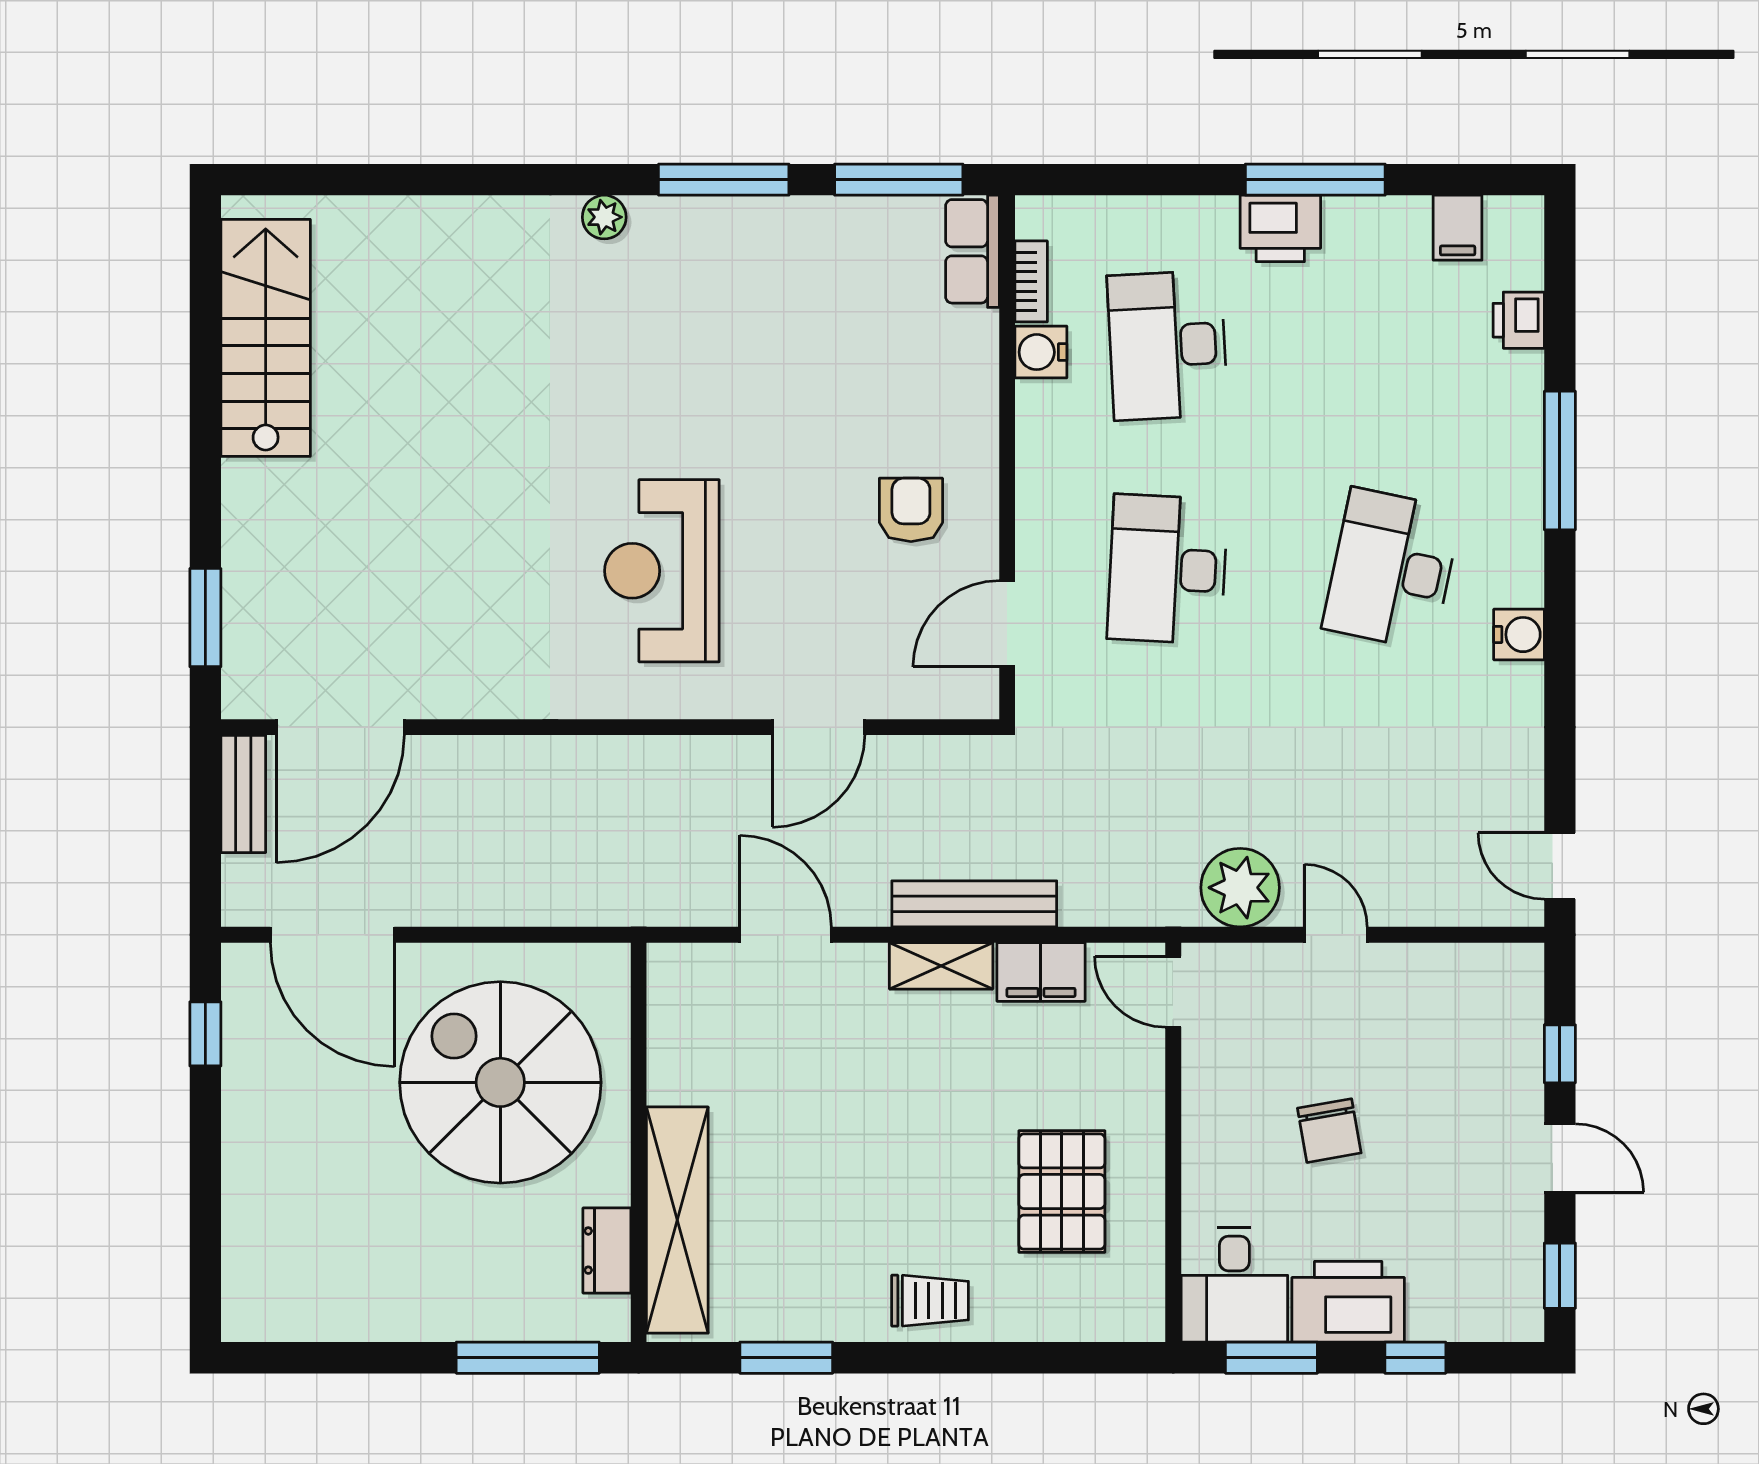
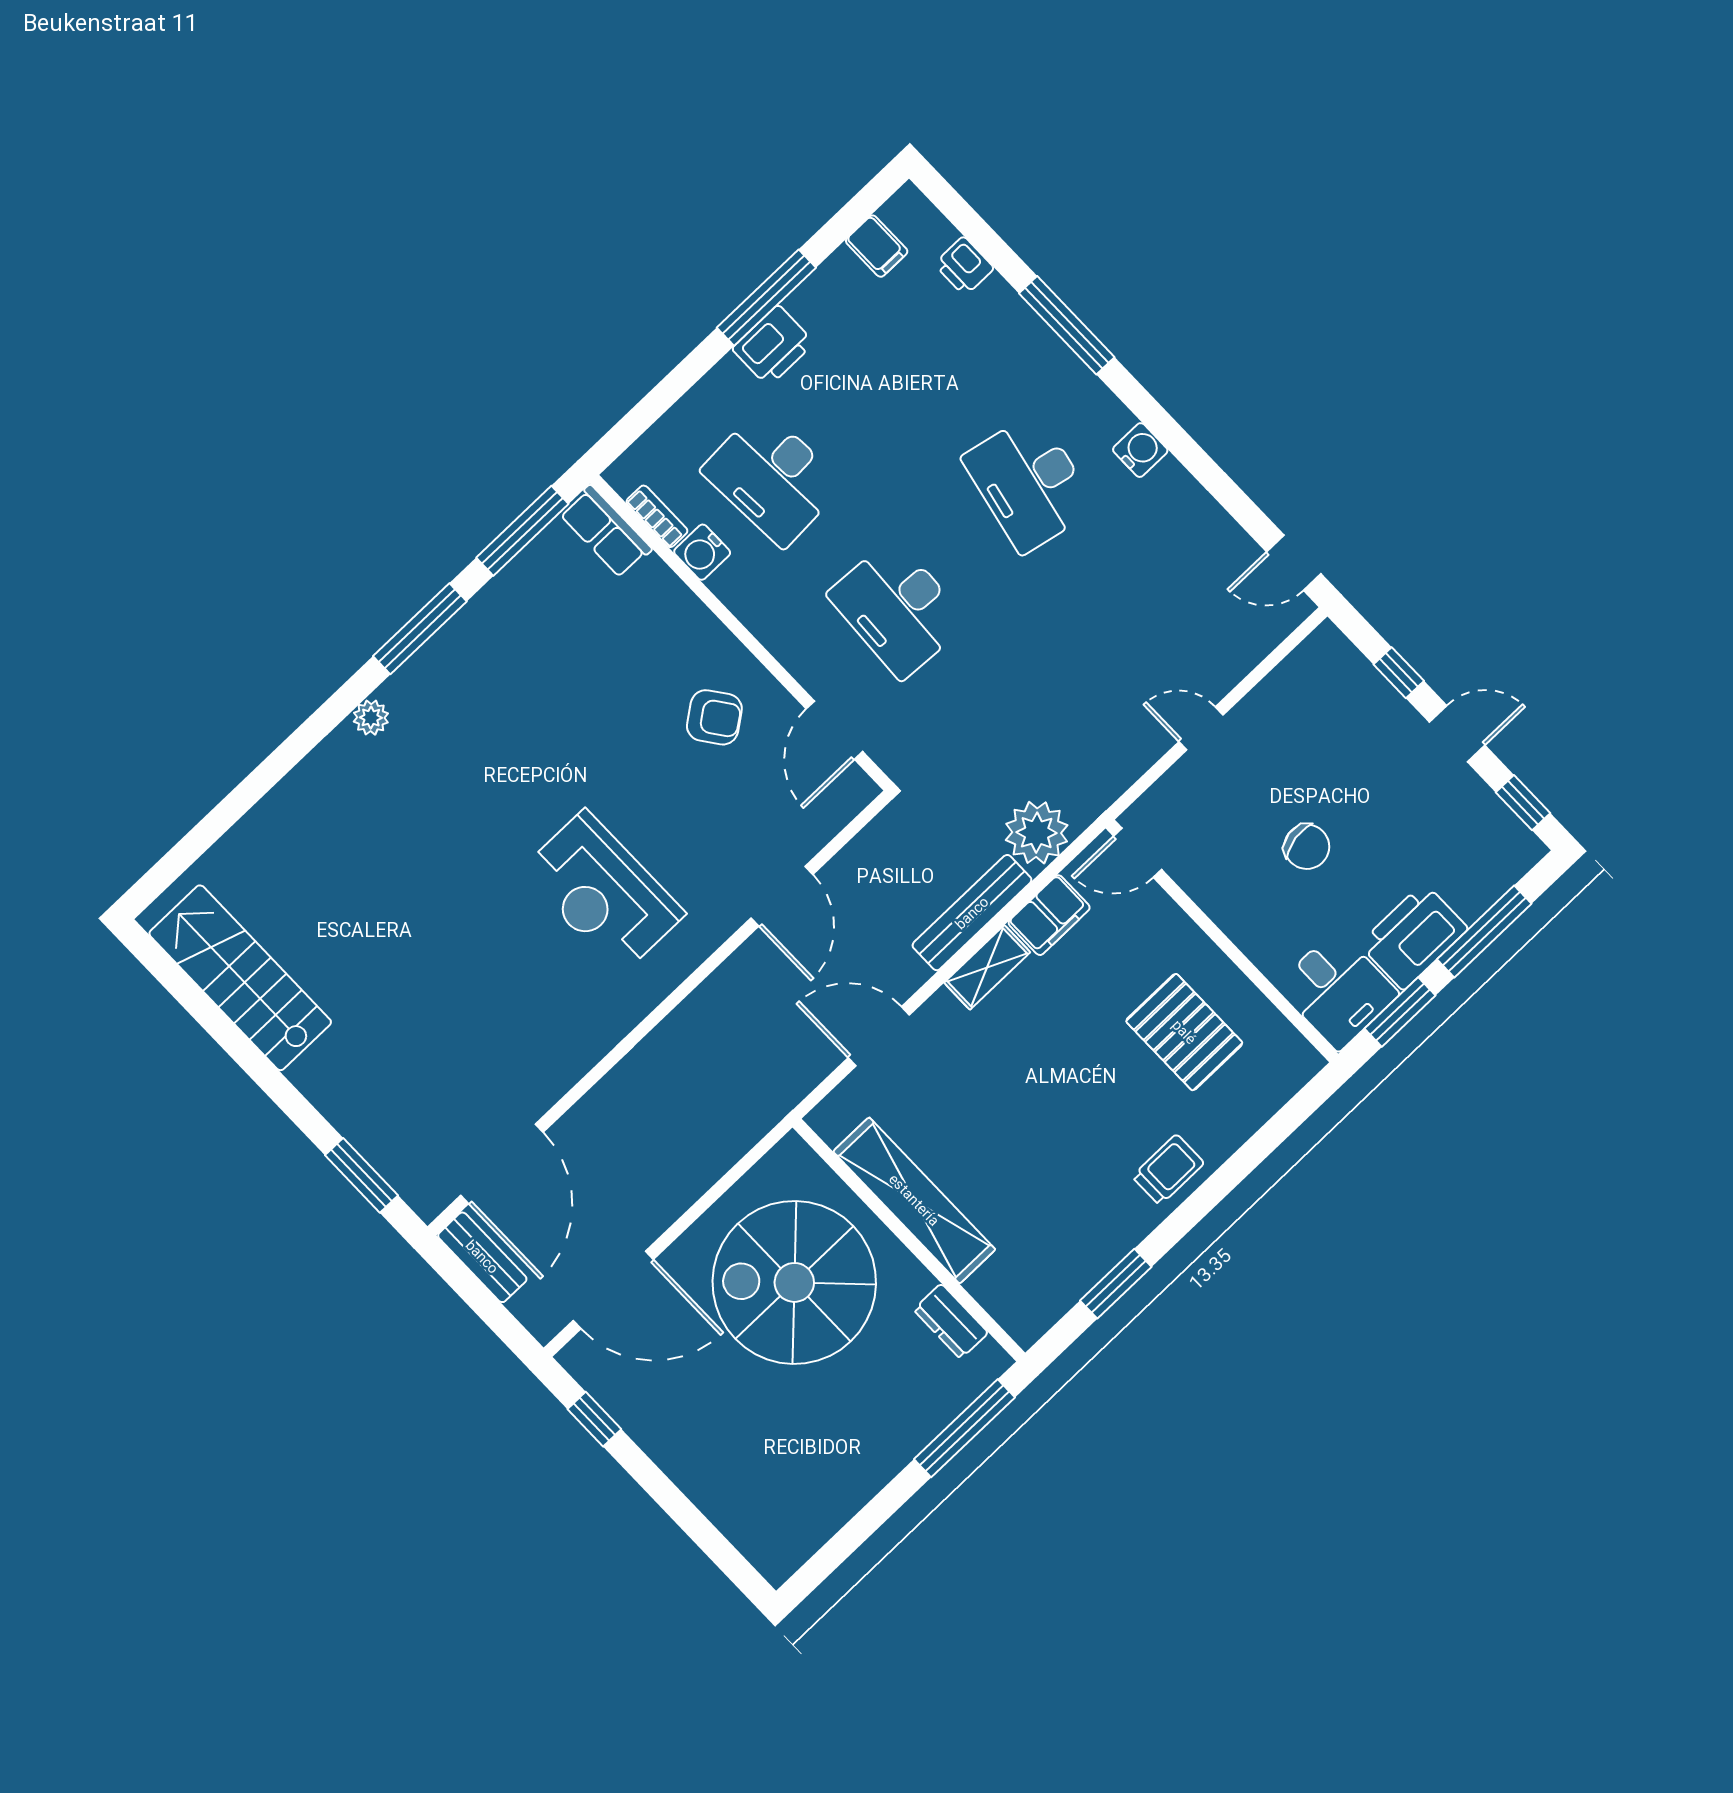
armchair: (911, 510) -> (714, 717), turned 144
plant: (1240, 888) -> (1037, 833), moved
shelving: (677, 1220) -> (914, 1200), moved
window: (1415, 1358) -> (1484, 932), width x2.17

